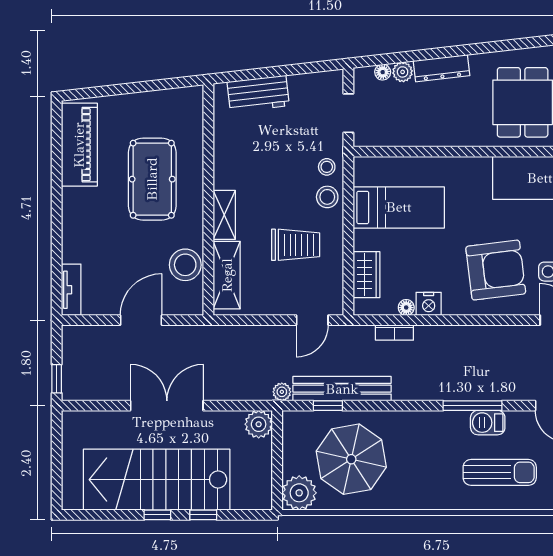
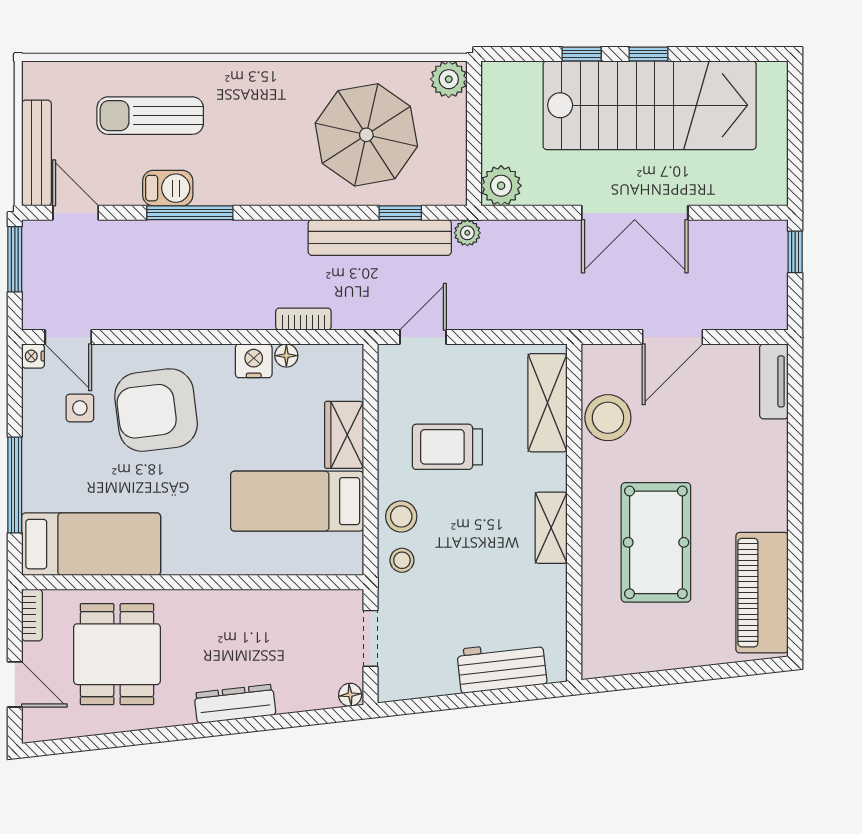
floor lamp: (383, 72) -> (350, 695), moved
plant: (403, 72) -> (292, 698), removed
shelving: (224, 215) -> (551, 528), moved
wardrobe: (367, 275) -> (344, 435), moved
plant: (299, 493) -> (449, 79), width x0.73, depth x0.73

